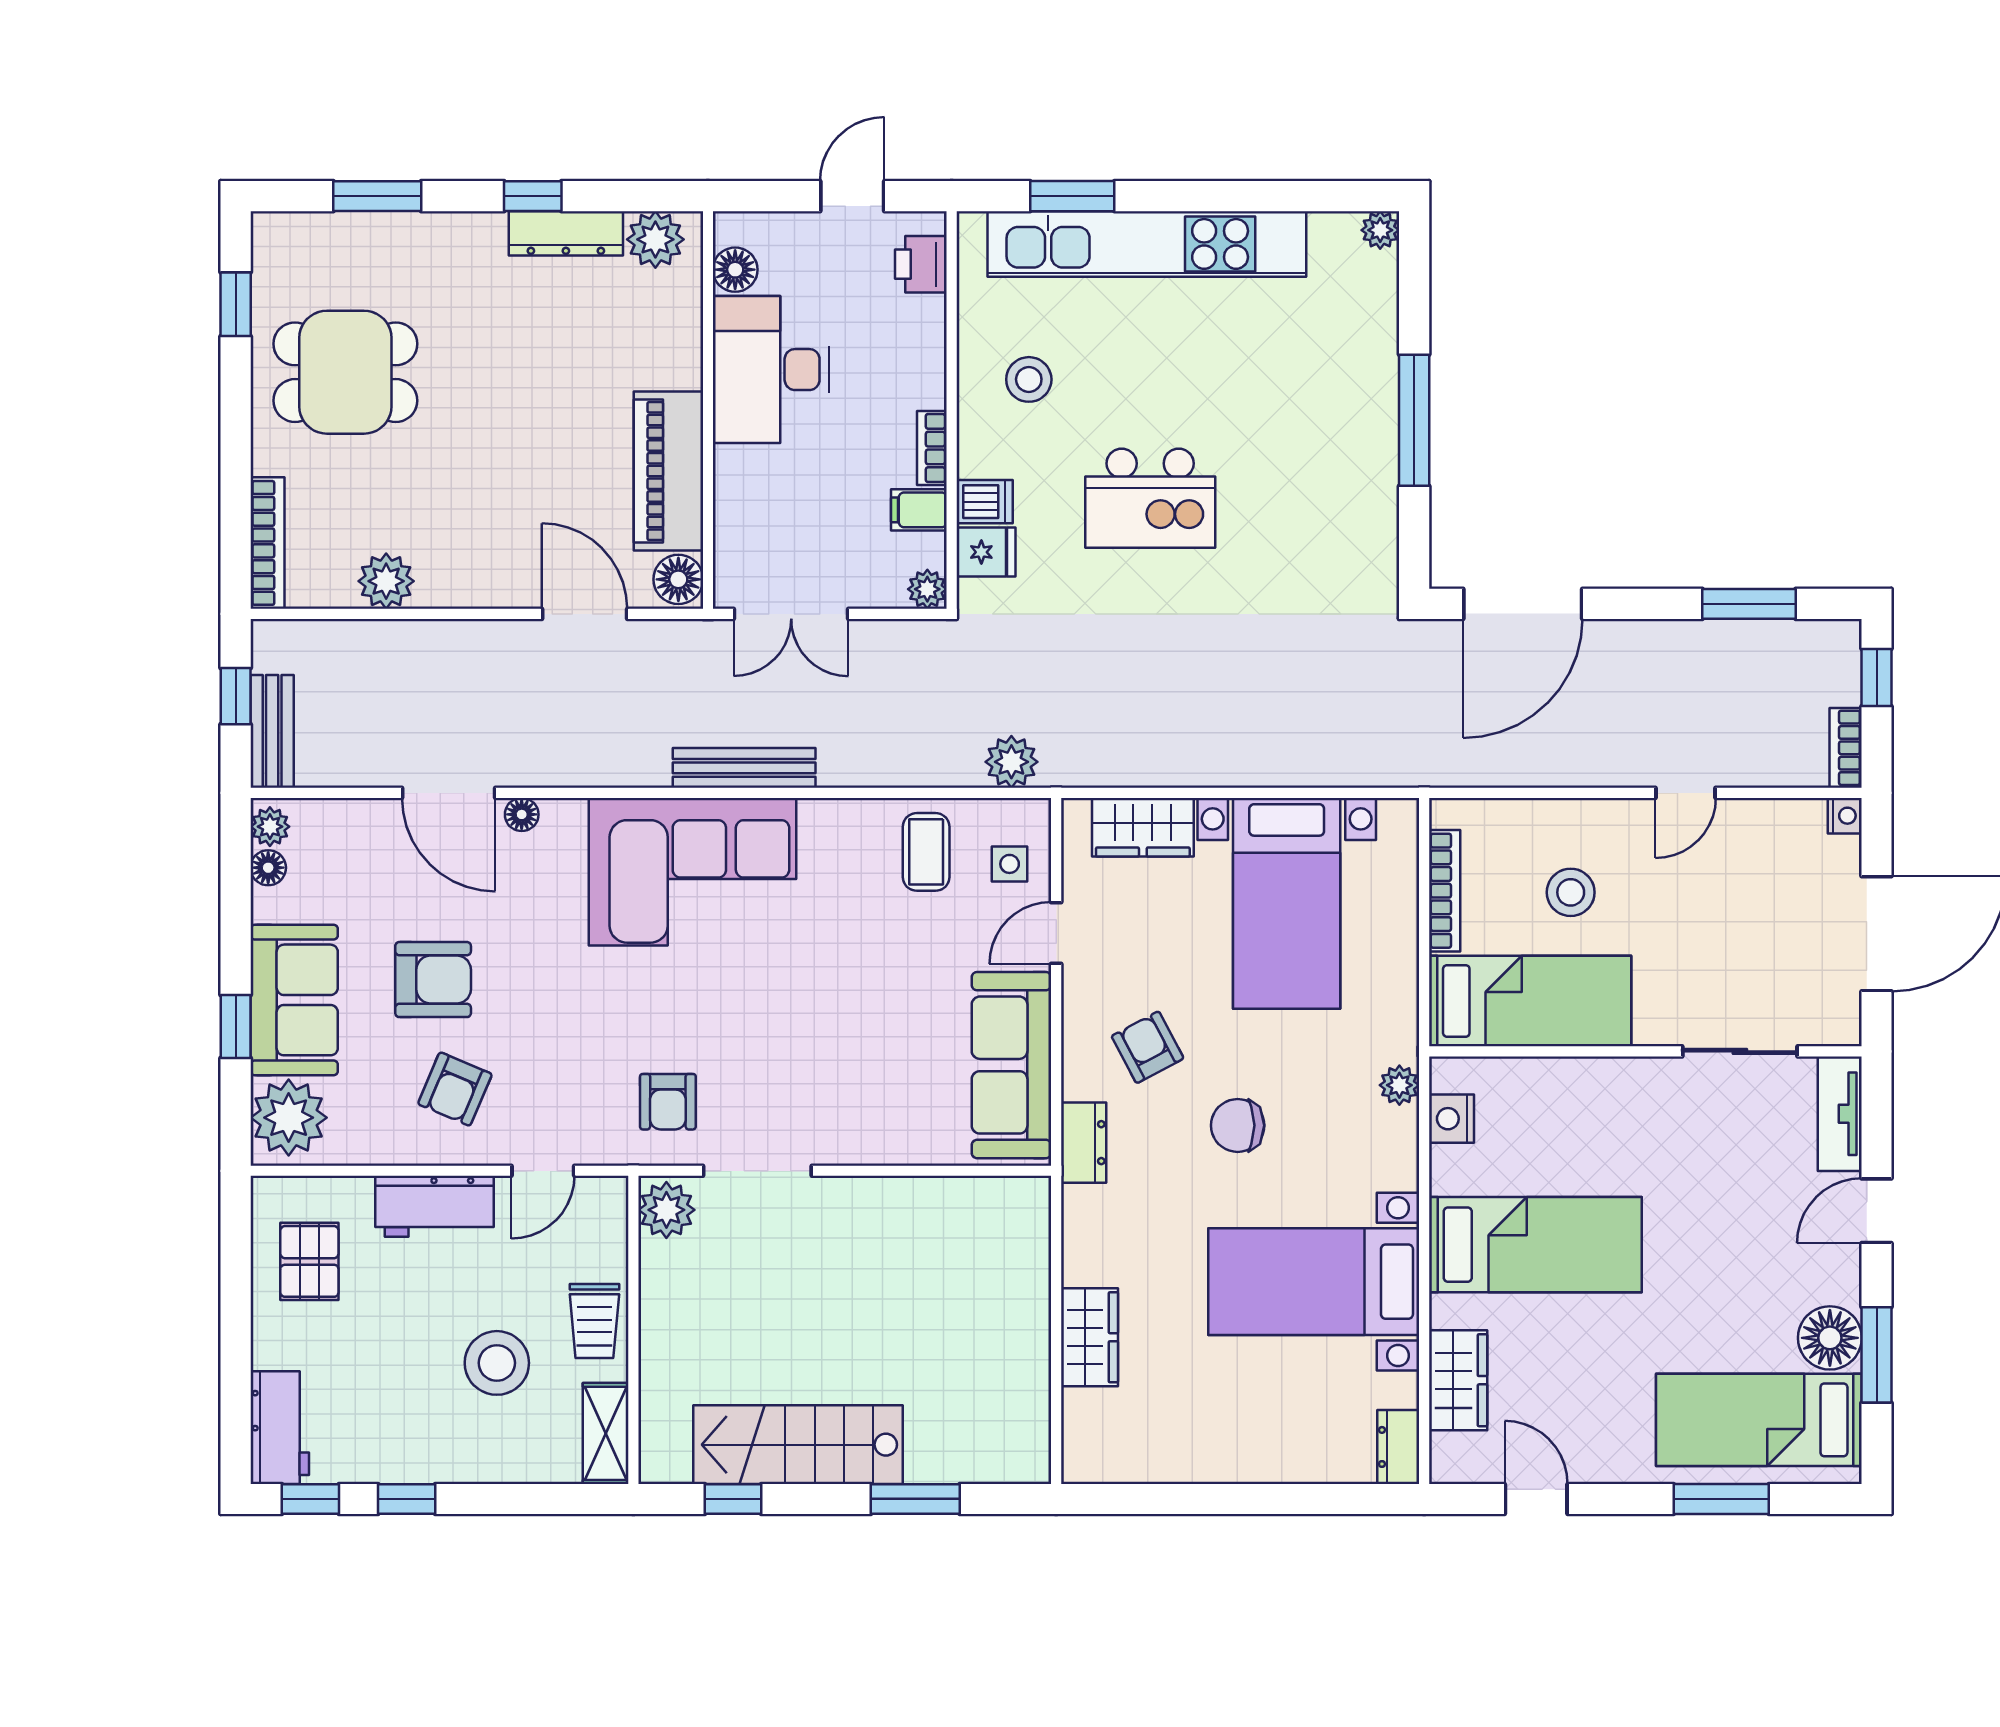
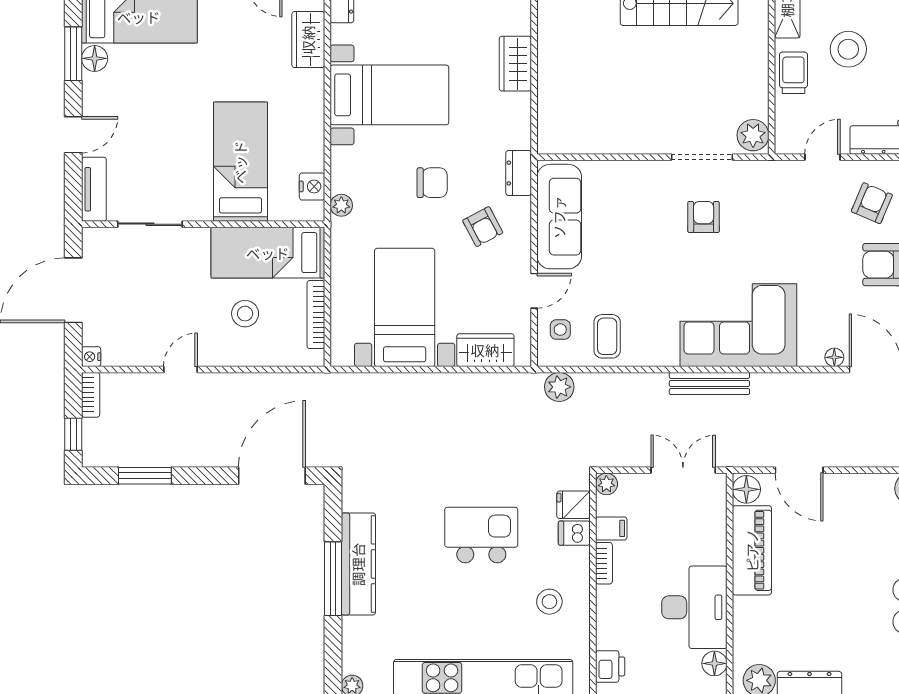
kitchen counter: (1369, 447) -> (358, 564), added
armchair: (668, 1102) -> (704, 217), moved
bed: (1535, 1245) -> (240, 162), moved, turned 90
floor lamp: (1830, 1338) -> (95, 58), width x0.73, depth x0.73

